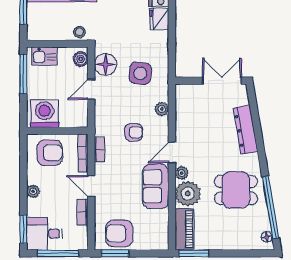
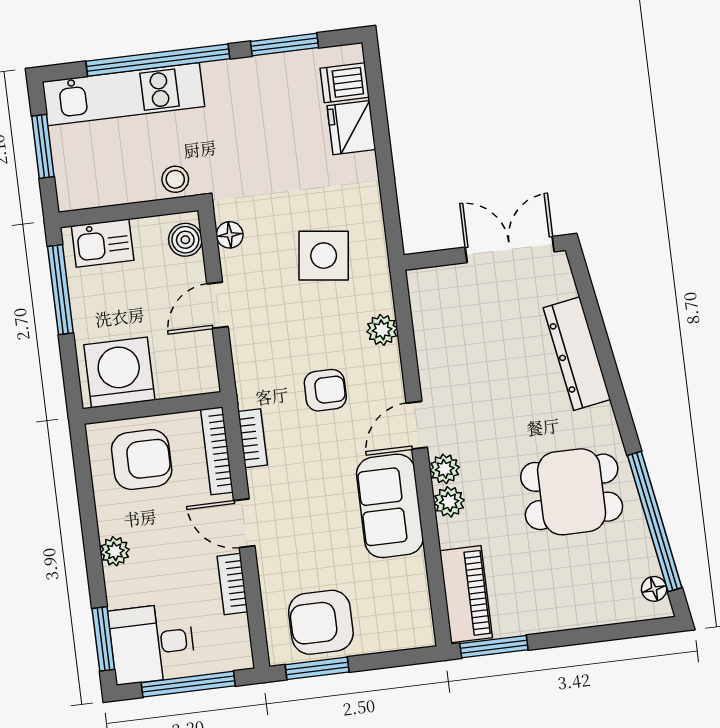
floor lamp: (105, 64) -> (230, 235), width x0.53, depth x0.53
plant: (188, 194) -> (449, 502), width x0.53, depth x0.53

